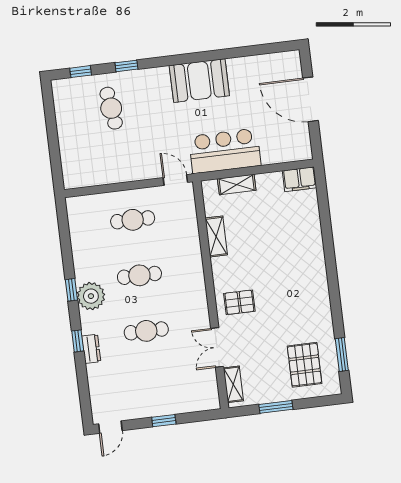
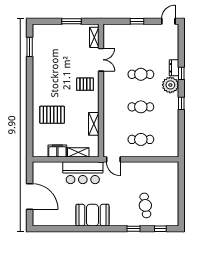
filing cabinet: (300, 179) -> (57, 151), moved
plant: (91, 296) -> (170, 85), moved
pallet: (305, 365) -> (52, 115), moved, turned 90

